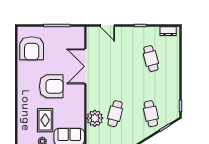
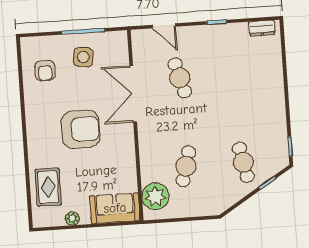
side table: (56, 42) -> (83, 57), added
armchair: (32, 48) -> (45, 71), width x0.53, depth x0.53
cafe table: (151, 59) -> (180, 78), moved
plant: (95, 118) -> (155, 196), moved
rug: (45, 120) -> (48, 187), moved

